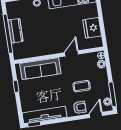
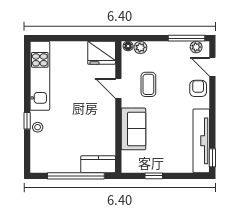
fridge: (92, 28) -> (102, 53), moved
kitchen counter: (15, 31) -> (98, 164), moved
sofa: (40, 69) -> (133, 129), width x0.73
coffee table: (82, 86) -> (148, 84), moved

